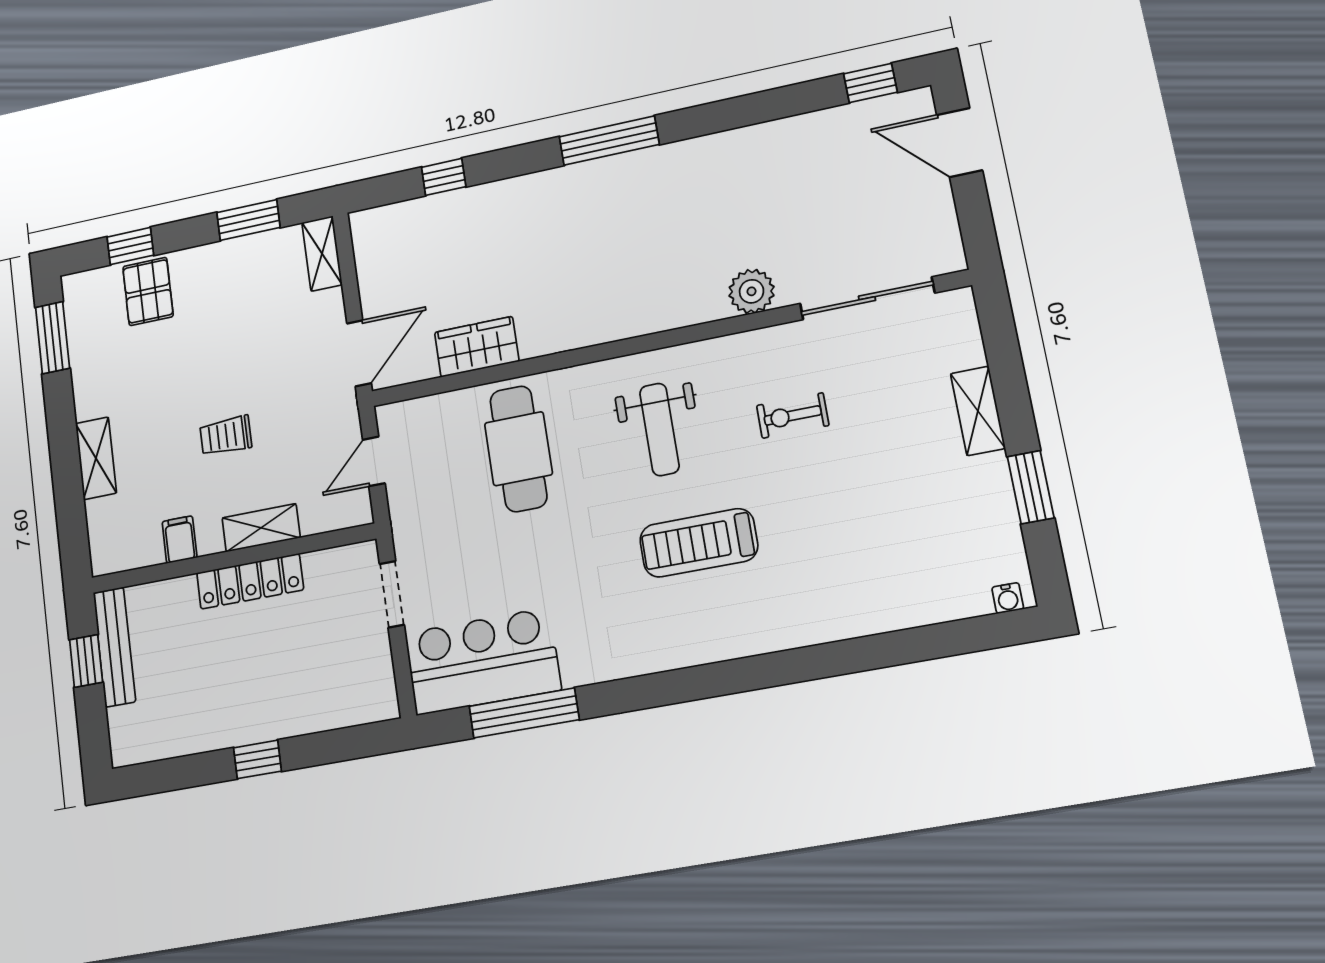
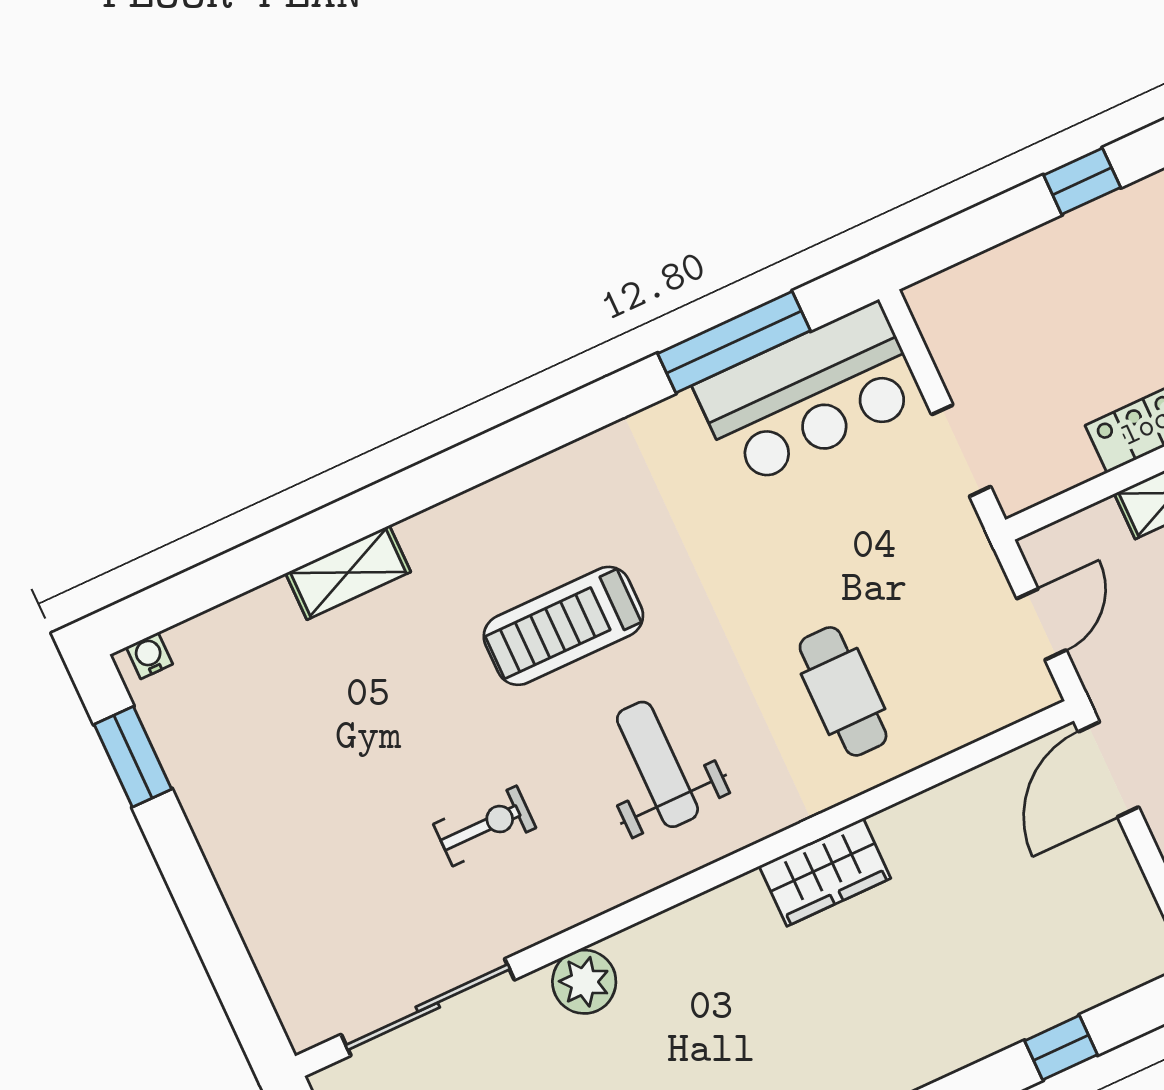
wardrobe: (477, 347) -> (825, 872), moved
shelving: (978, 411) -> (348, 573), moved, turned 90
cafe table: (518, 449) -> (843, 691), width x0.73, depth x0.74
window: (1031, 487) -> (133, 757), moved
treadmill: (699, 543) -> (563, 626), turned 180

